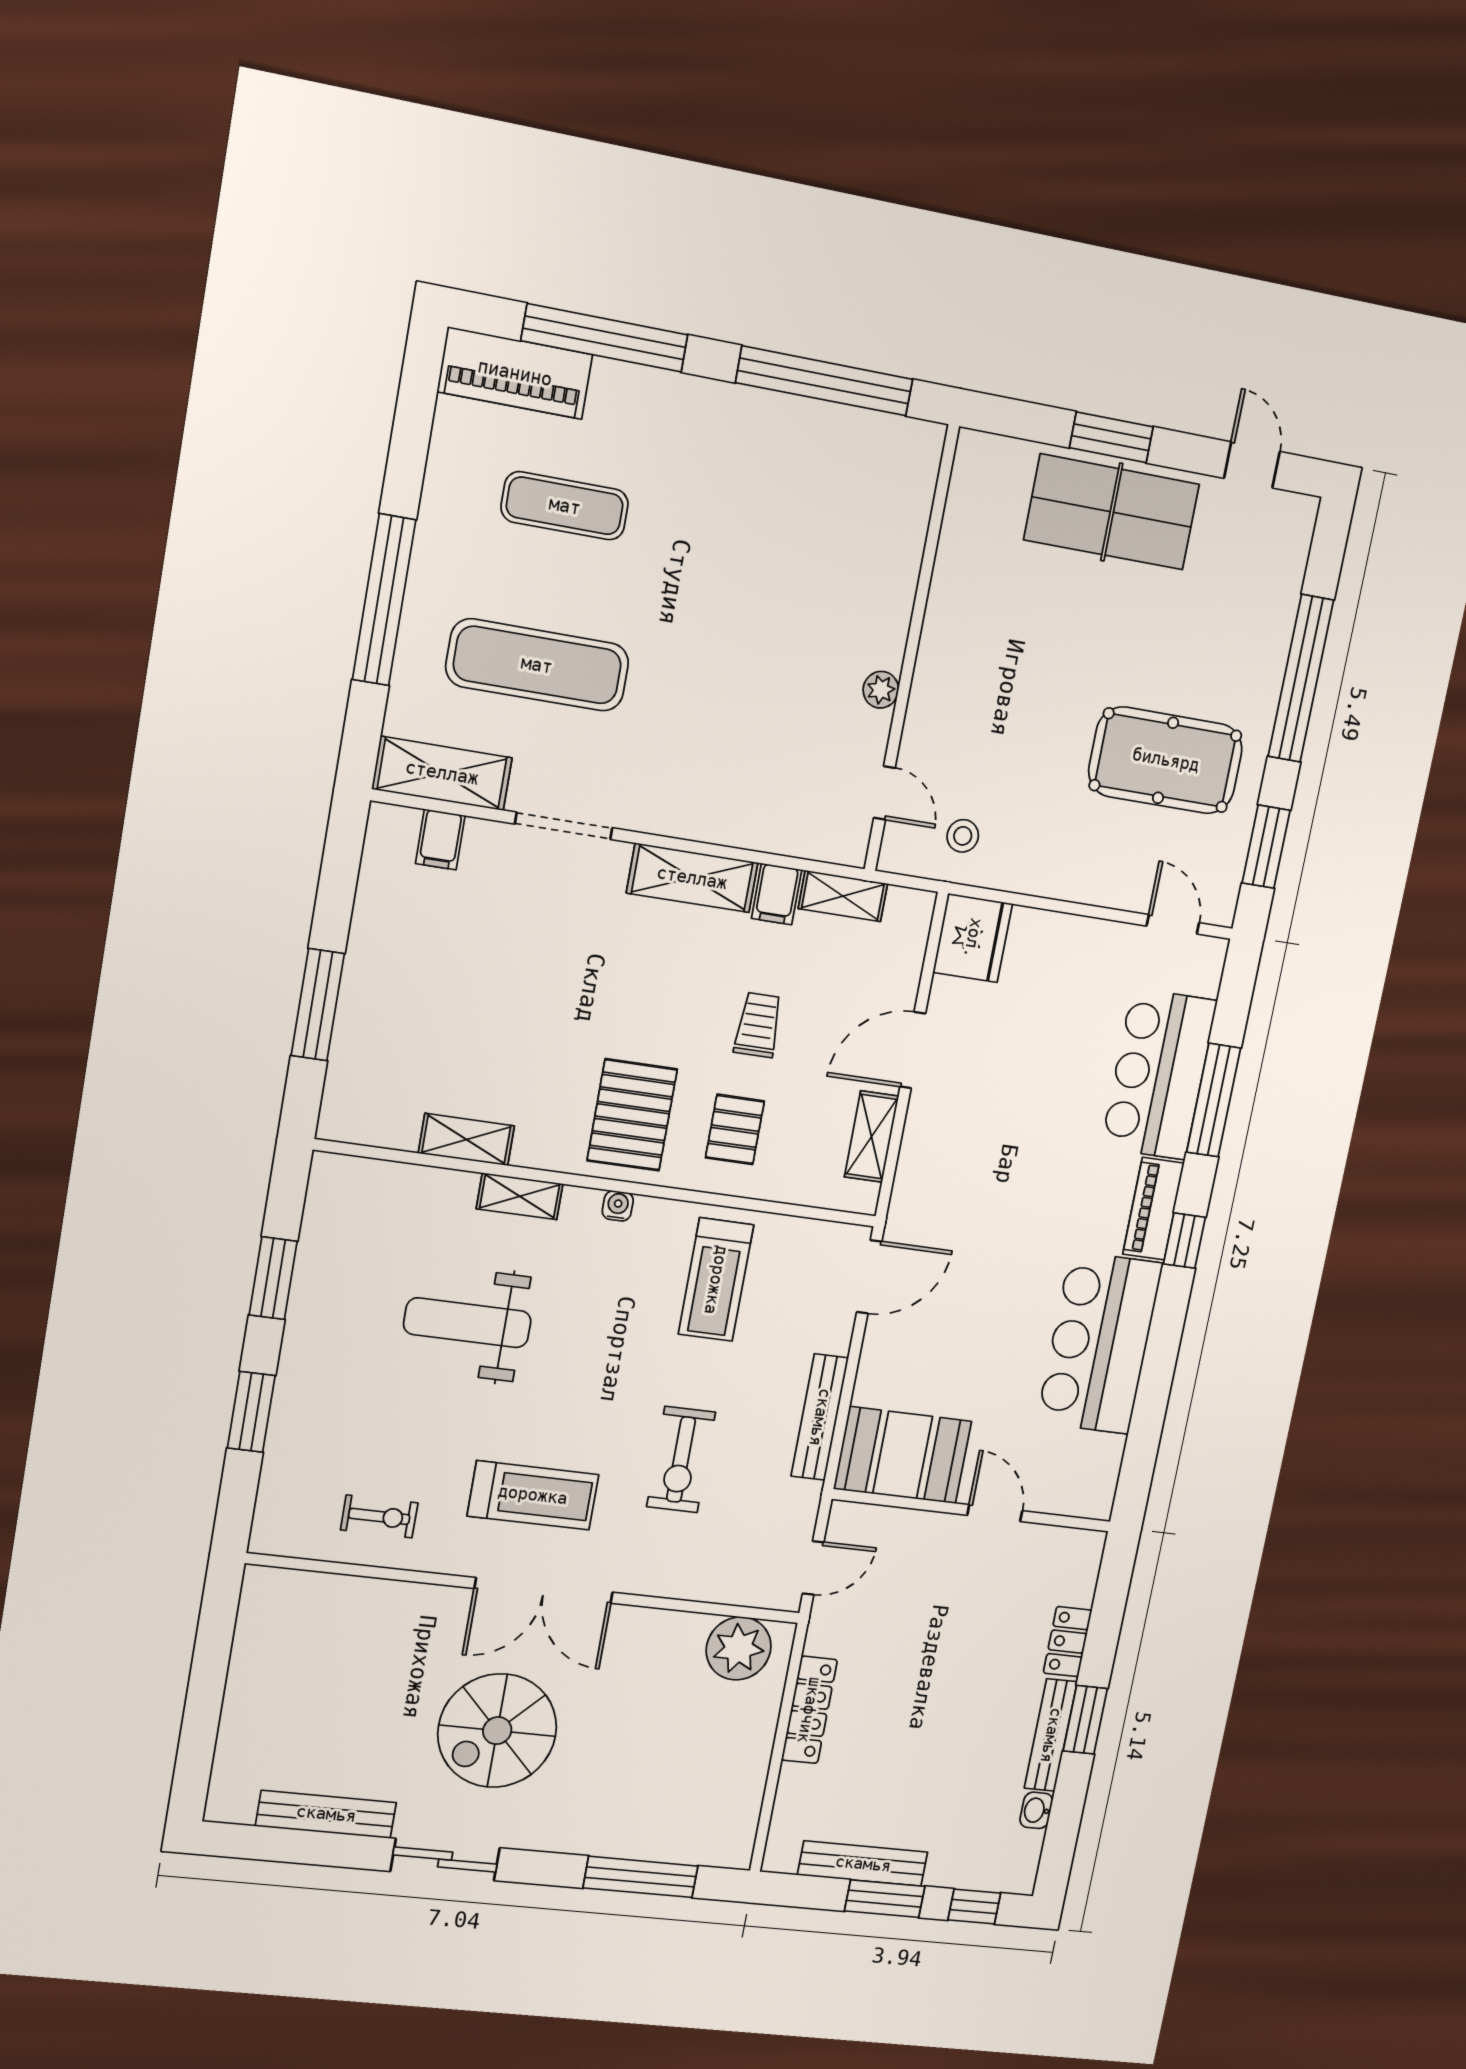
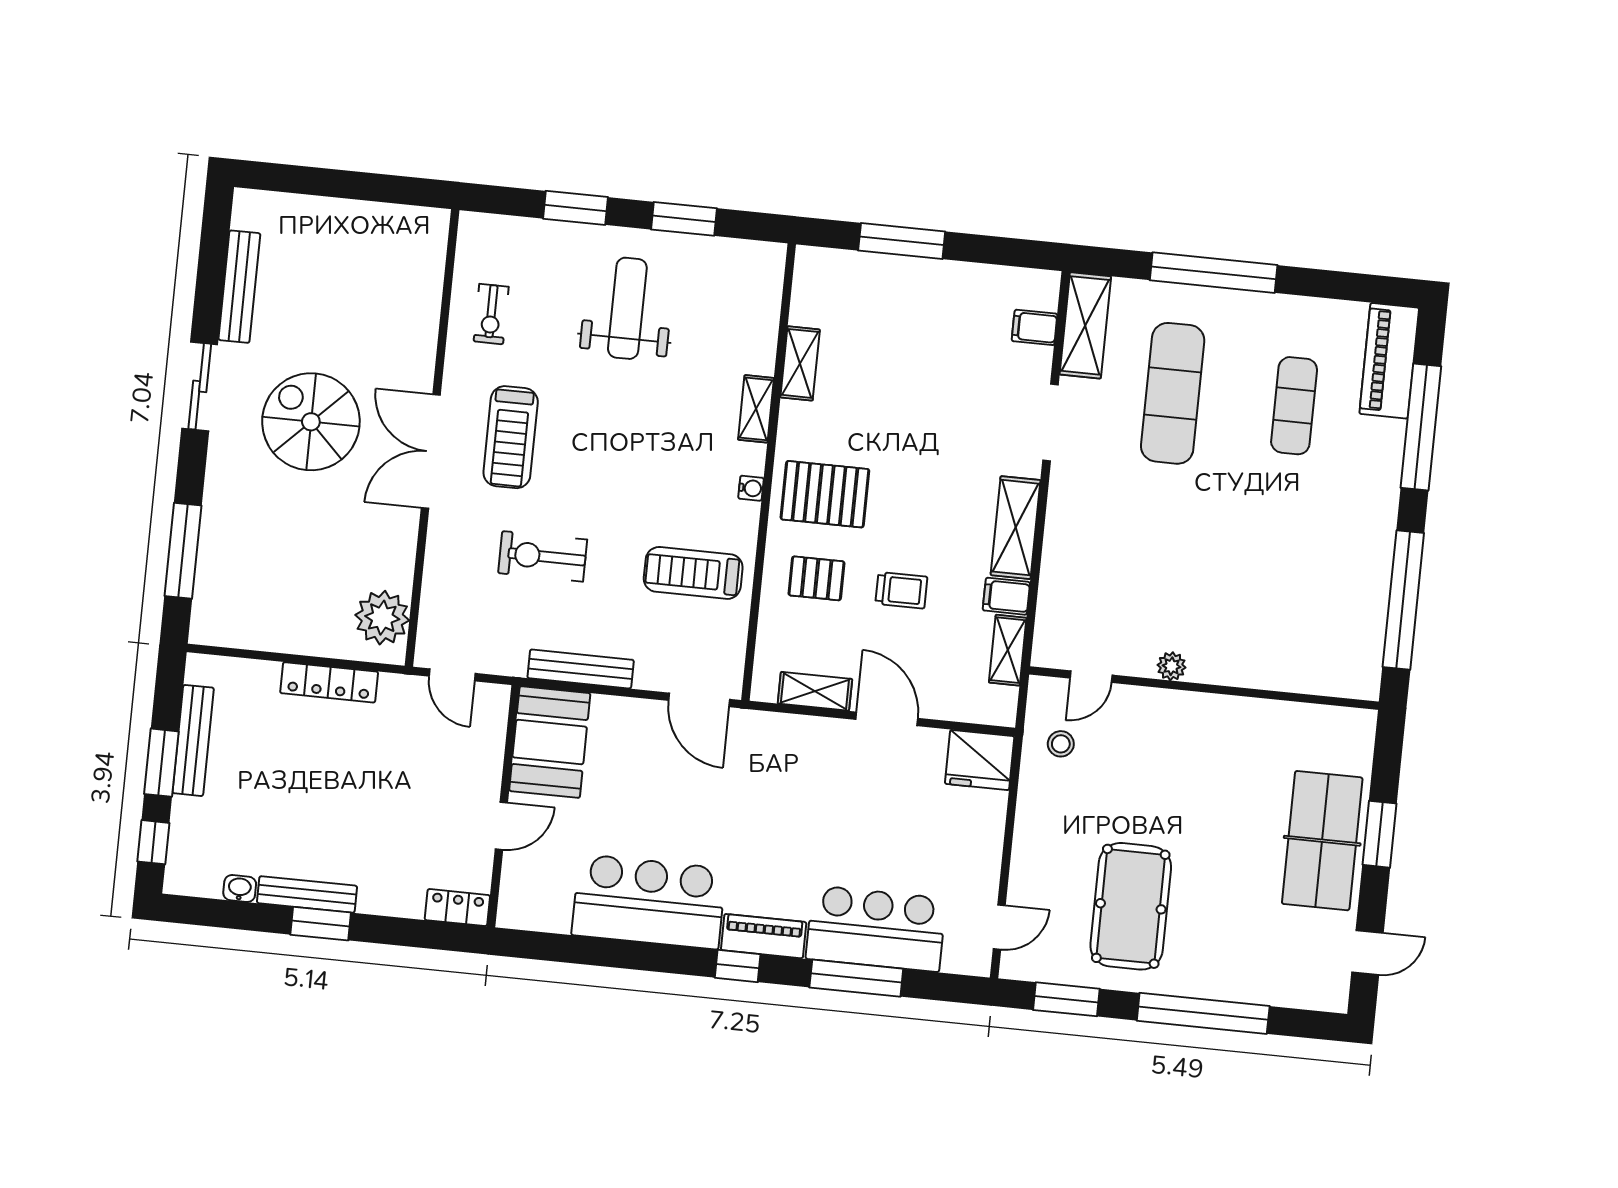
weight bench: (467, 1323) -> (627, 308), moved
locker: (1068, 1642) -> (457, 908), moved

